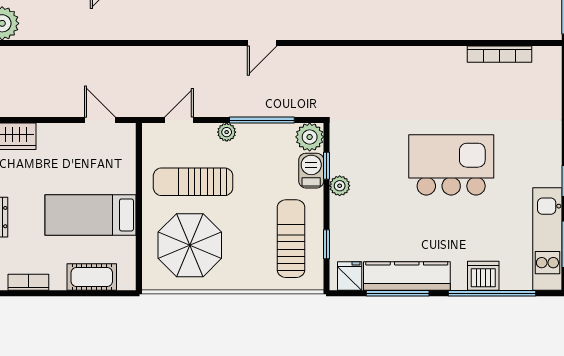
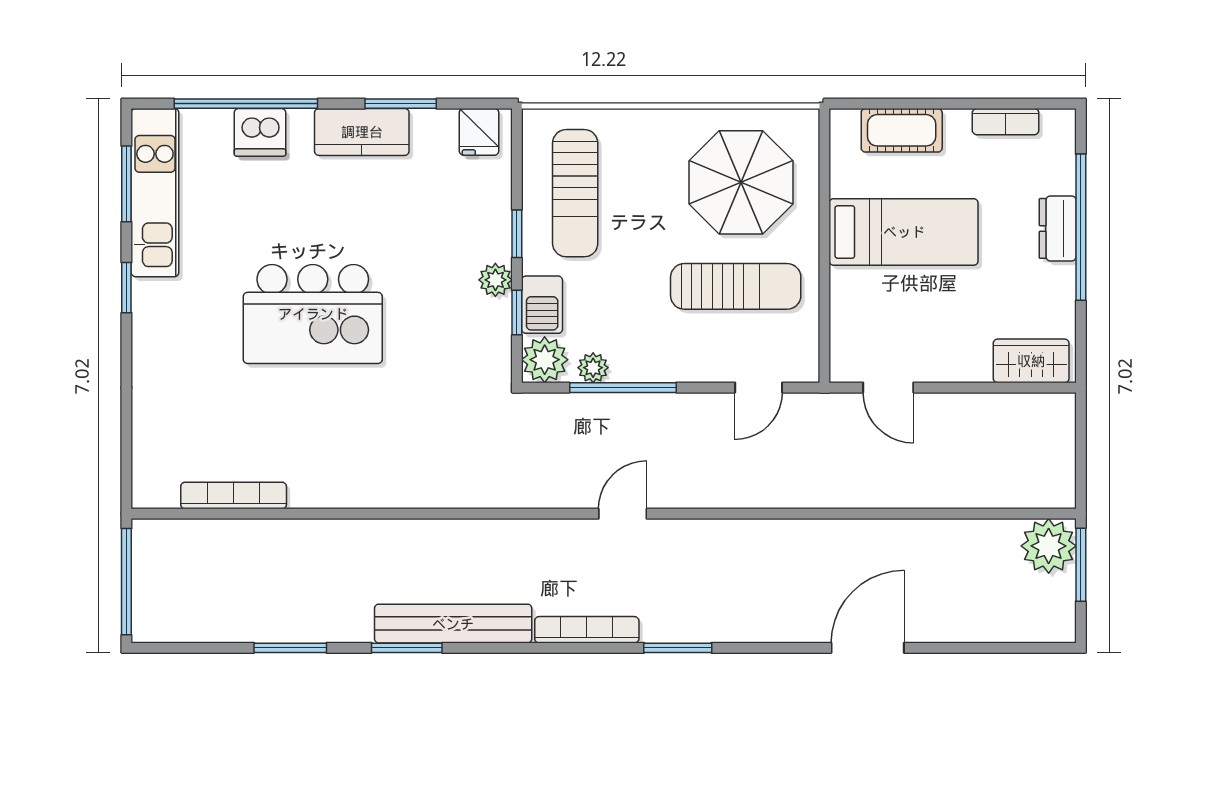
plant: (227, 132) -> (593, 368), moved
window: (327, 244) -> (517, 234), moved
kitchen counter: (407, 276) -> (362, 132), width x0.67
window: (398, 293) -> (401, 104), width x0.69

